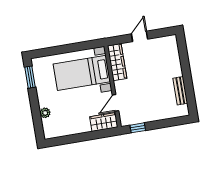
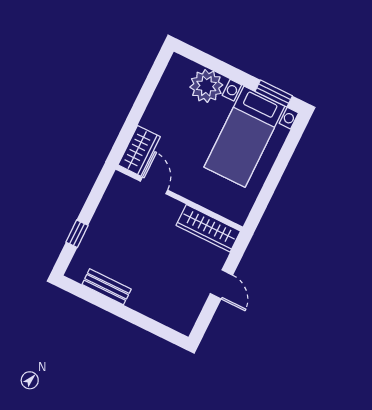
bed with nightstands: (82, 73) -> (244, 137), moved, turned 180
plant: (45, 113) -> (206, 86), width x1.87, depth x1.87
window: (138, 128) -> (77, 234), moved

